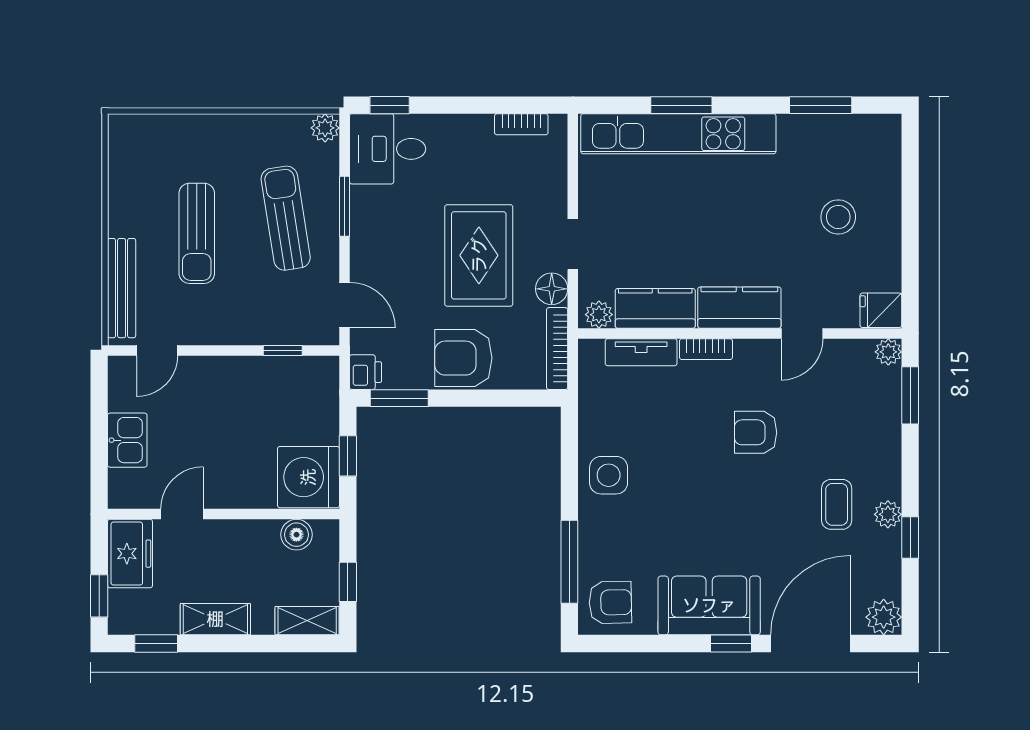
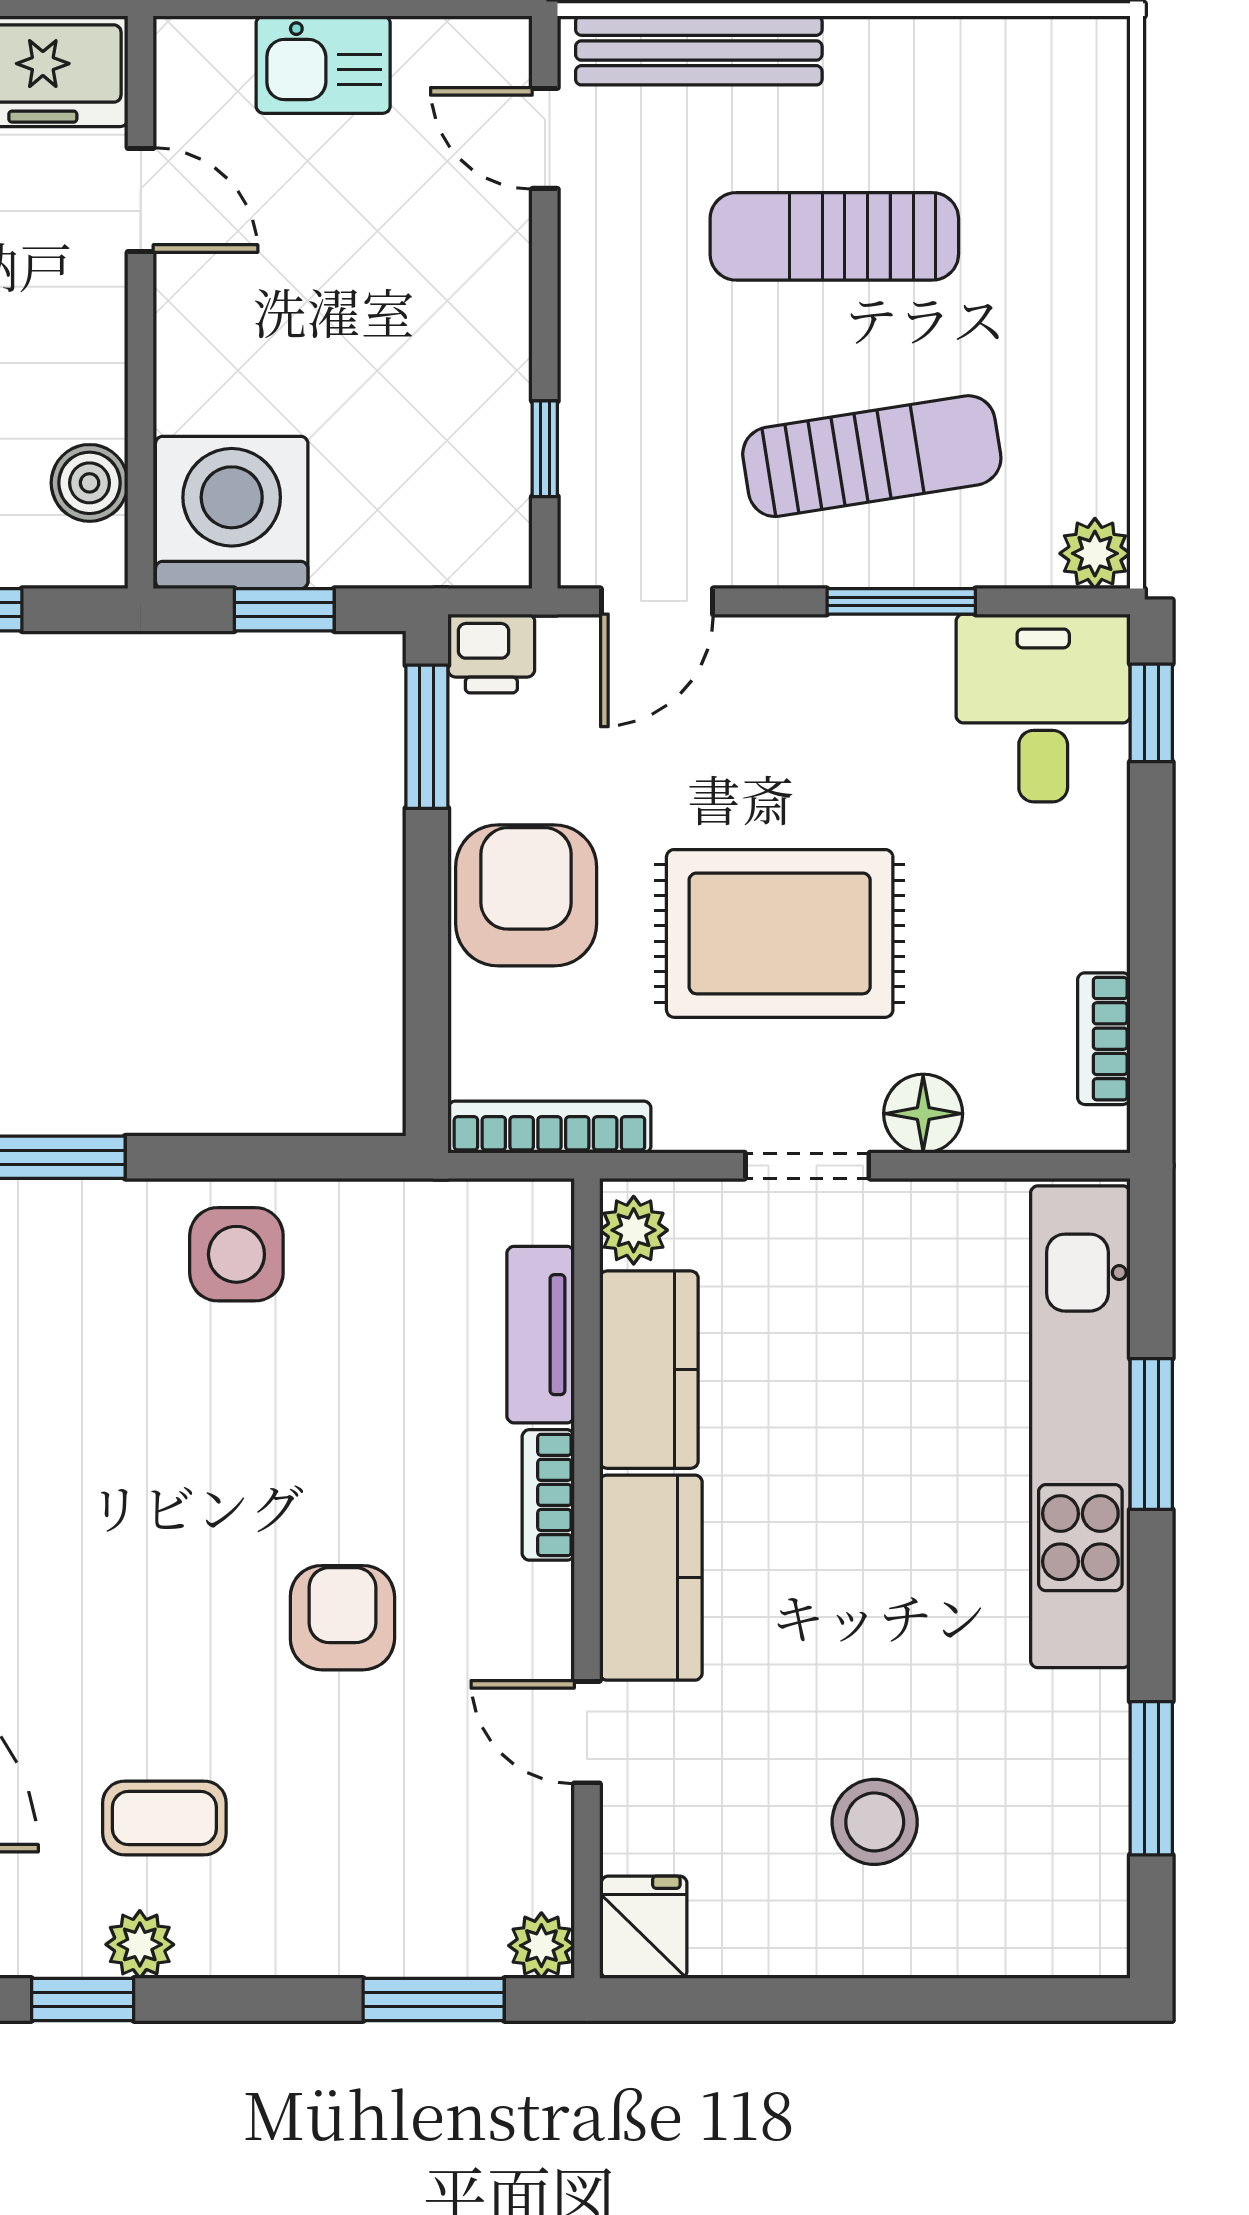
floor lamp: (552, 289) -> (923, 1114), moved

